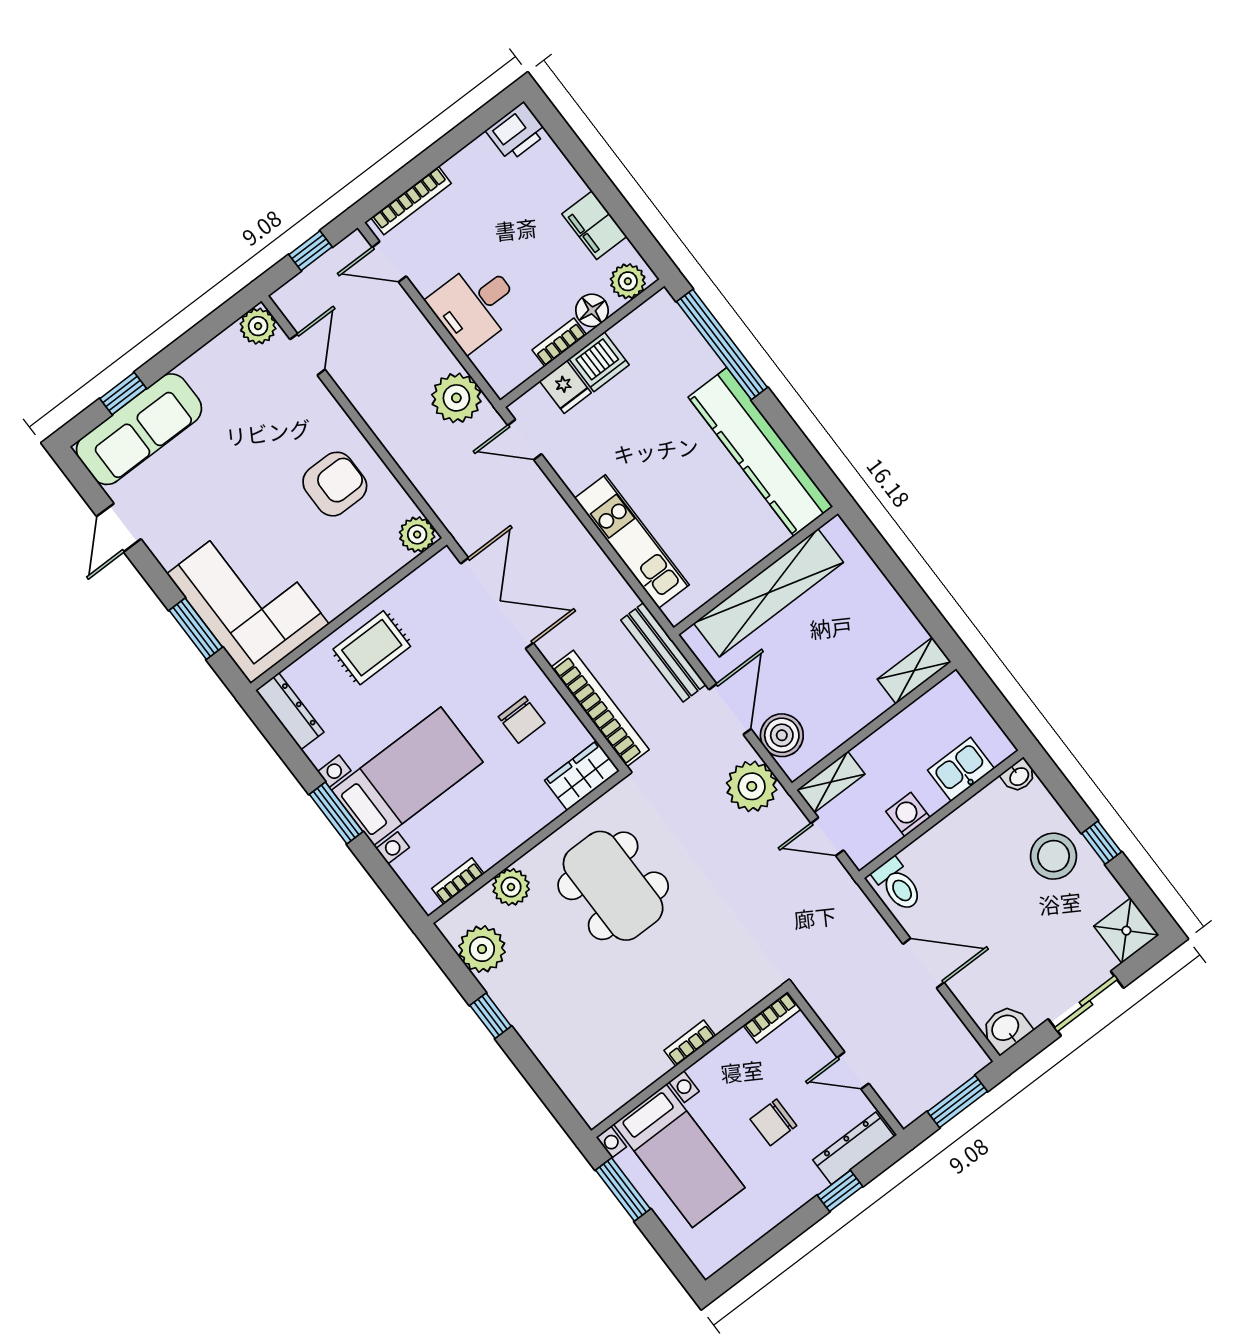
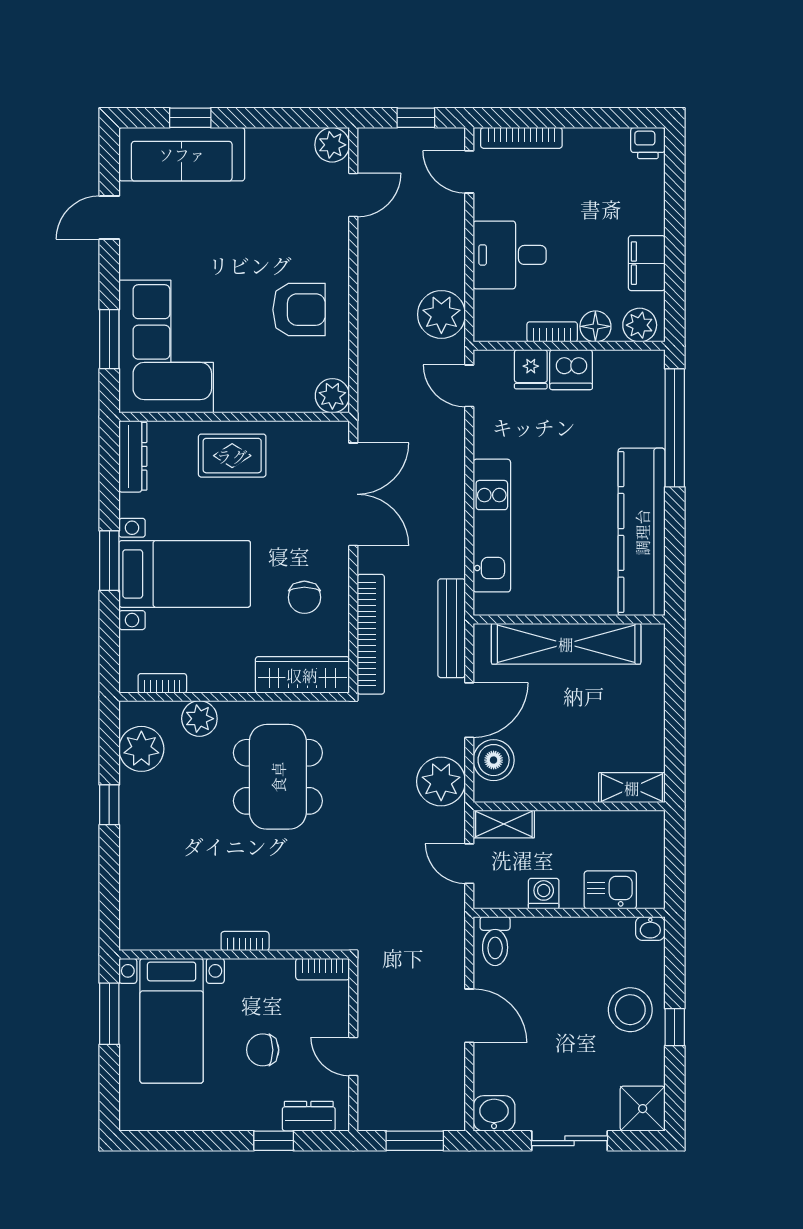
printer: (517, 132) -> (648, 143), width x0.73, depth x0.81
wardrobe: (582, 776) -> (302, 675), width x1.50
dresser: (854, 1148) -> (309, 1116), width x0.70

